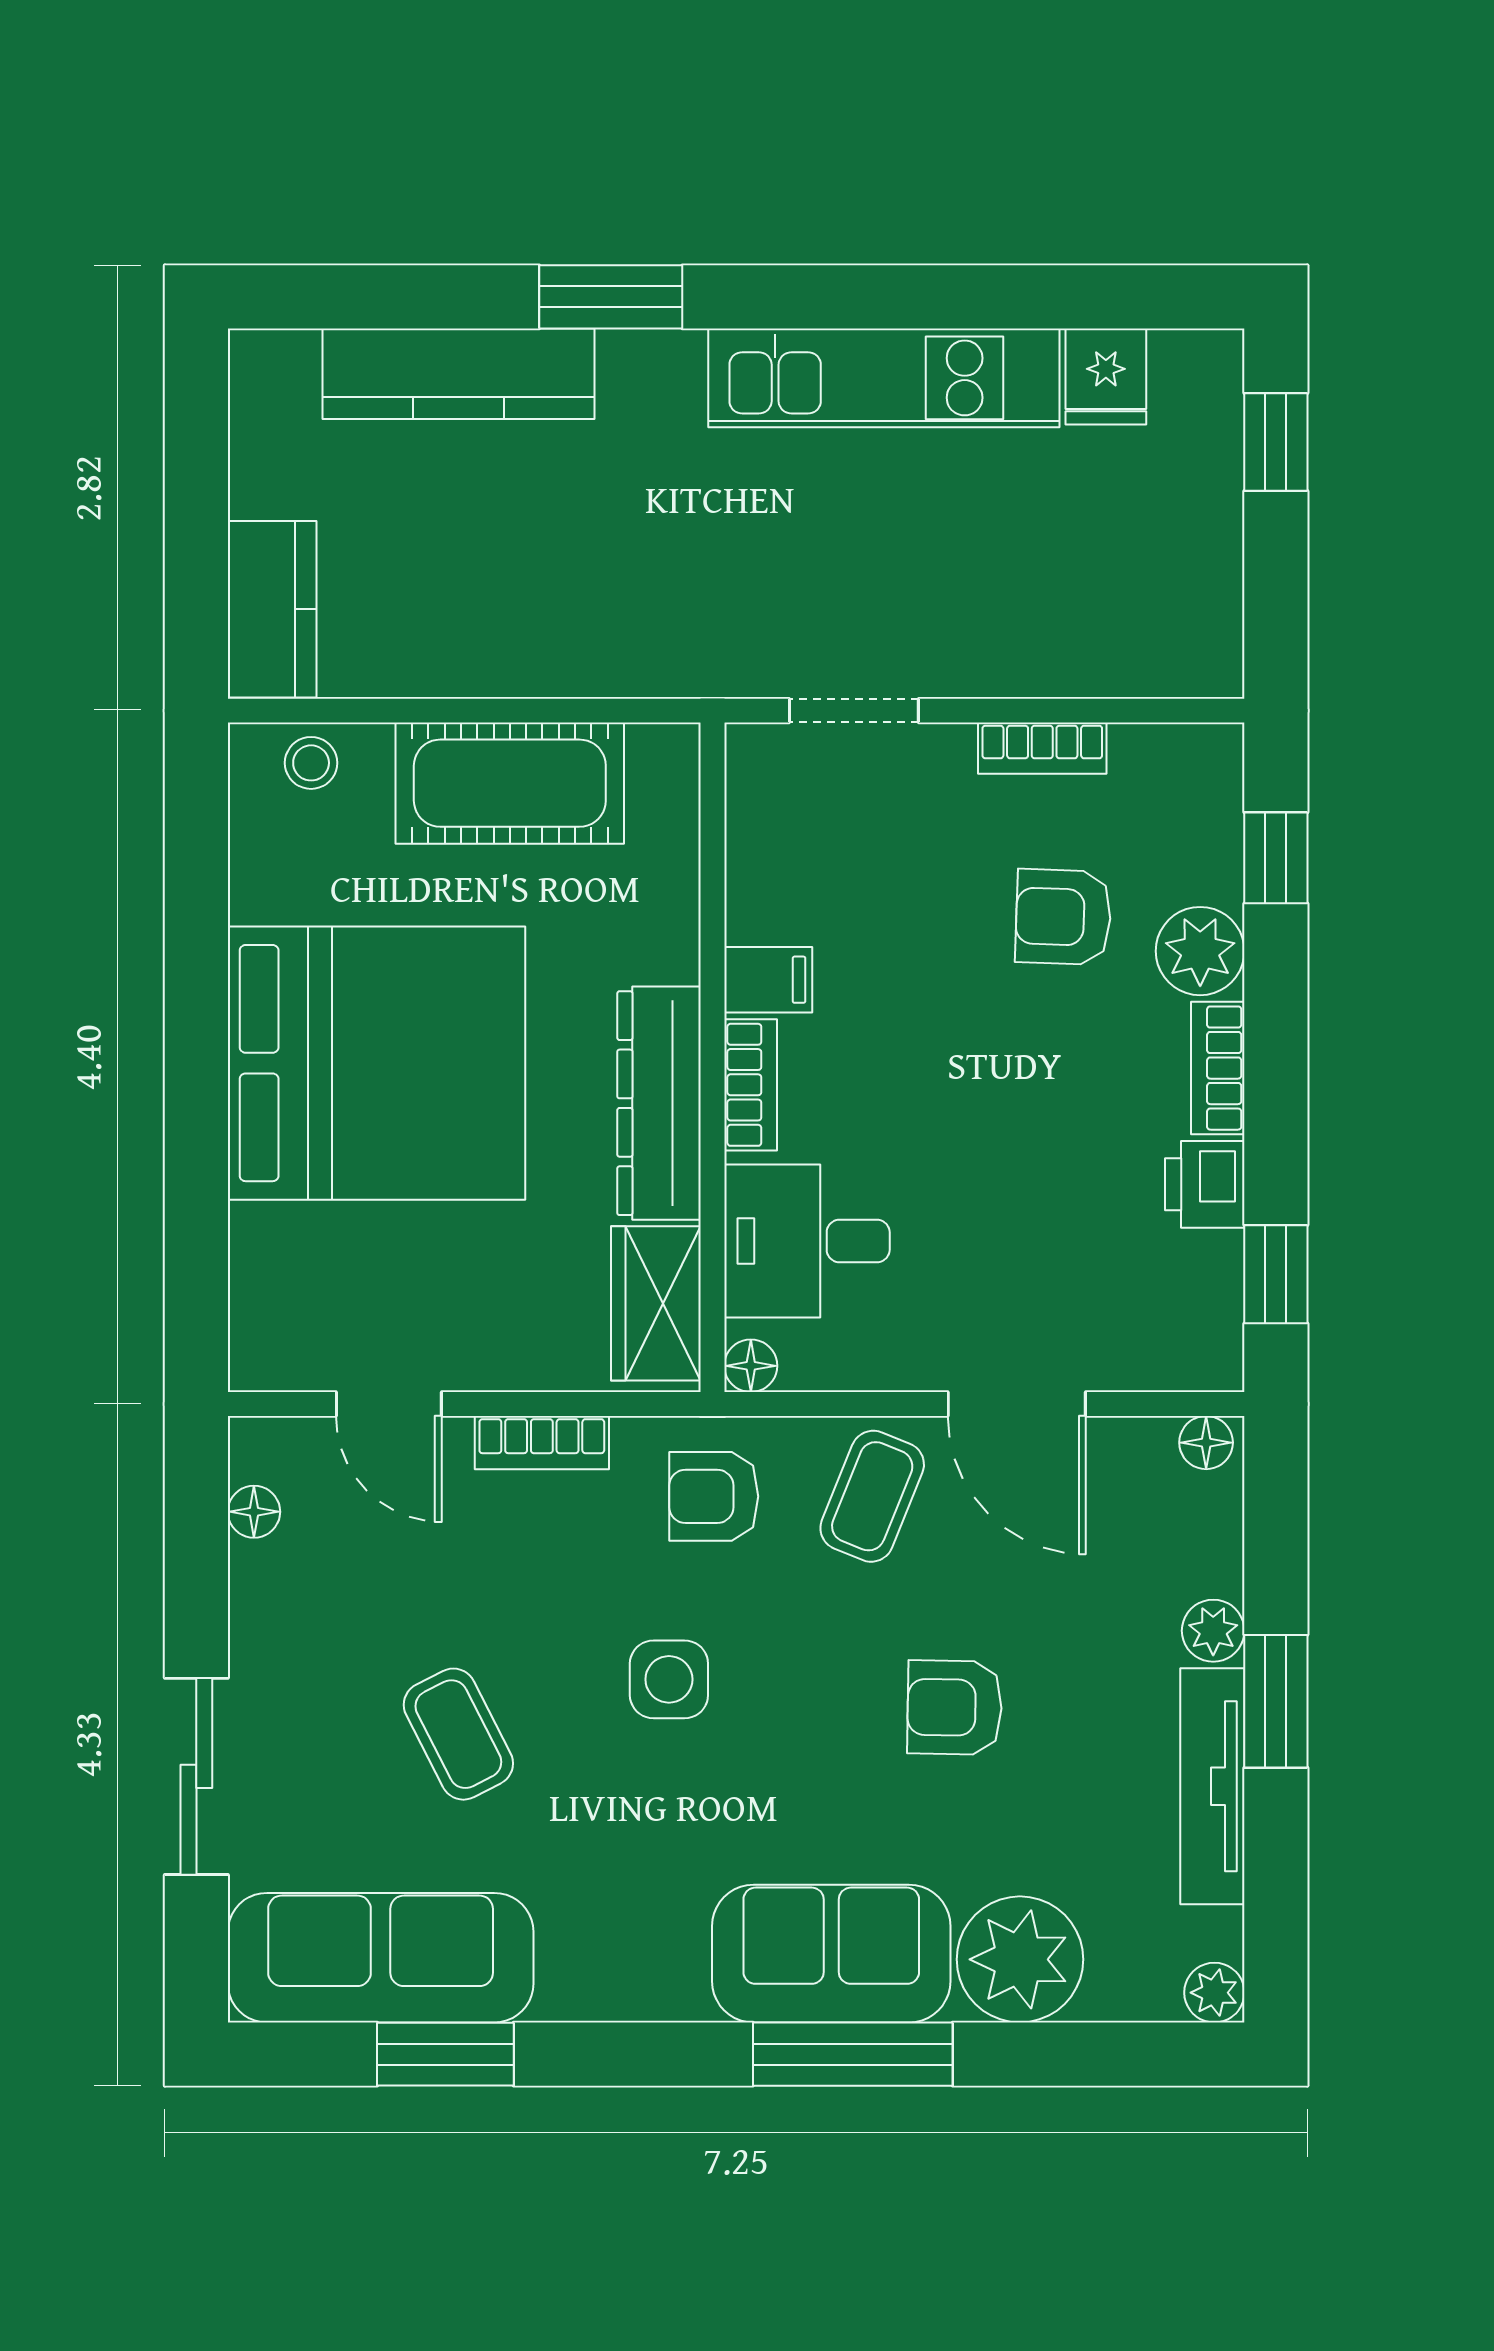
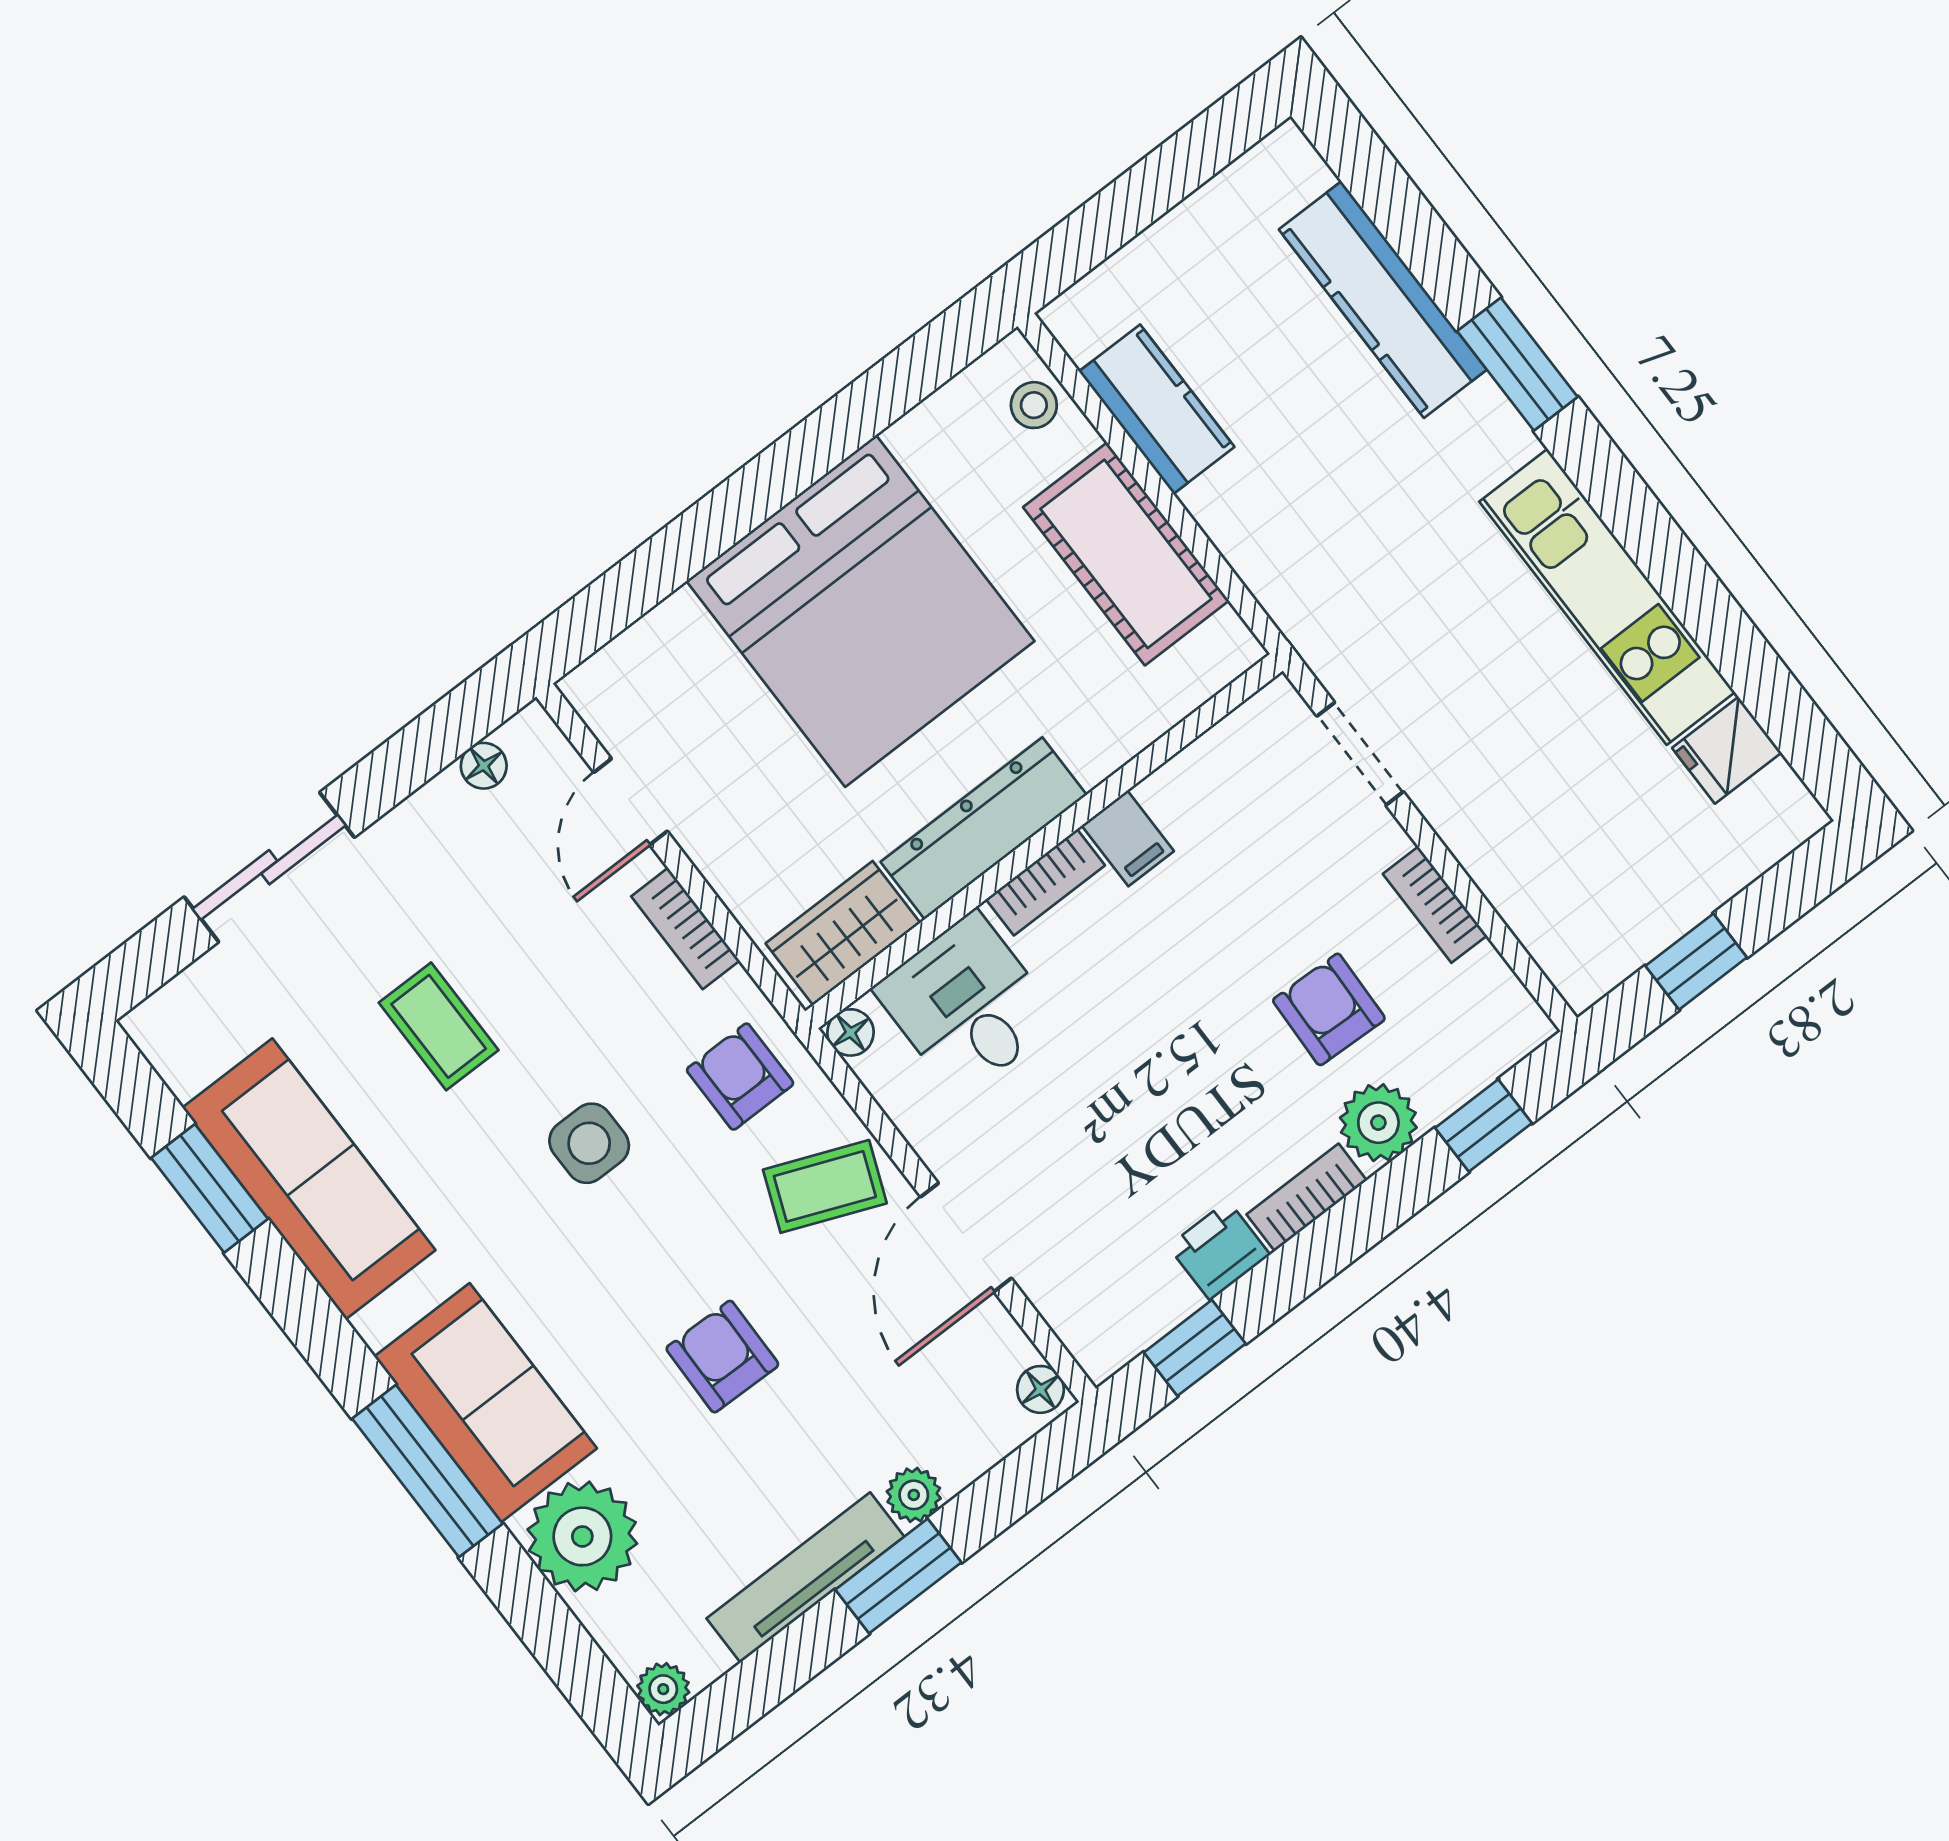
window: (1276, 442) -> (1696, 962), moved
kitchen counter: (272, 609) -> (1157, 409), moved, turned -90
coffee table: (458, 1734) -> (439, 1026), turned -63
sofa: (381, 1958) -> (309, 1179), moved

